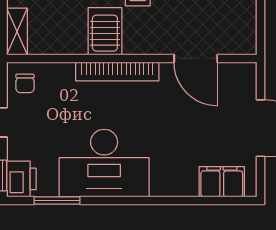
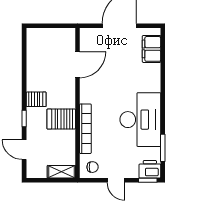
bookcase: (117, 71) -> (85, 129), moved

